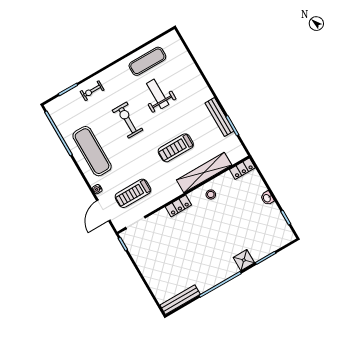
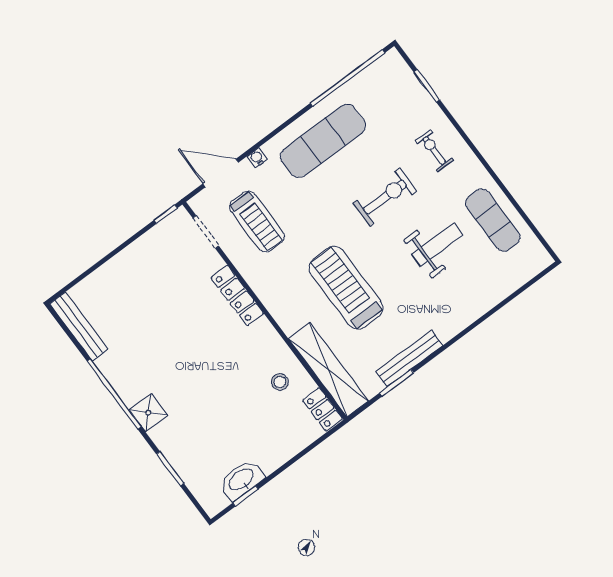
exercise bike: (92, 91) -> (434, 151), moved
treadmill: (176, 148) -> (346, 288), width x1.37, depth x1.38
shelving: (204, 172) -> (328, 370), moved
treadmill: (133, 193) -> (257, 222), turned 180
stool: (211, 194) -> (280, 382), moved
washbasin: (267, 198) -> (242, 480), moved, width x1.91, depth x1.45
locker: (178, 206) -> (237, 296), width x1.53
shower: (244, 260) -> (148, 413), moved

